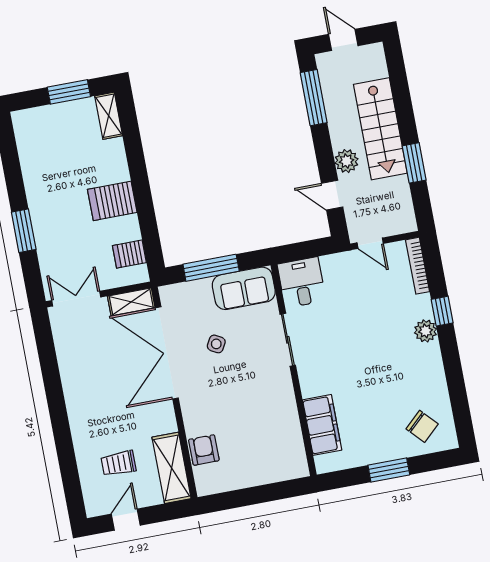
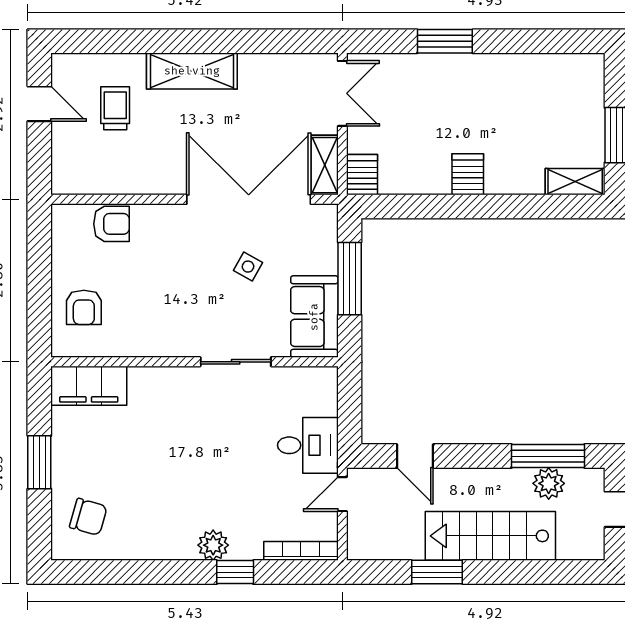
plant: (347, 161) -> (549, 483), moved
door: (332, 195) -> (415, 456), swing flipped
server rack: (112, 201) -> (468, 174), width x0.73, depth x0.70
server rack: (129, 254) -> (362, 175), moved
desk: (302, 282) -> (308, 445), moved
filing cabinet: (322, 425) -> (89, 386), moved
chair: (422, 426) -> (88, 517), turned -121
armchair: (269, 459) -> (84, 307), added
shelving: (172, 468) -> (192, 71), moved

